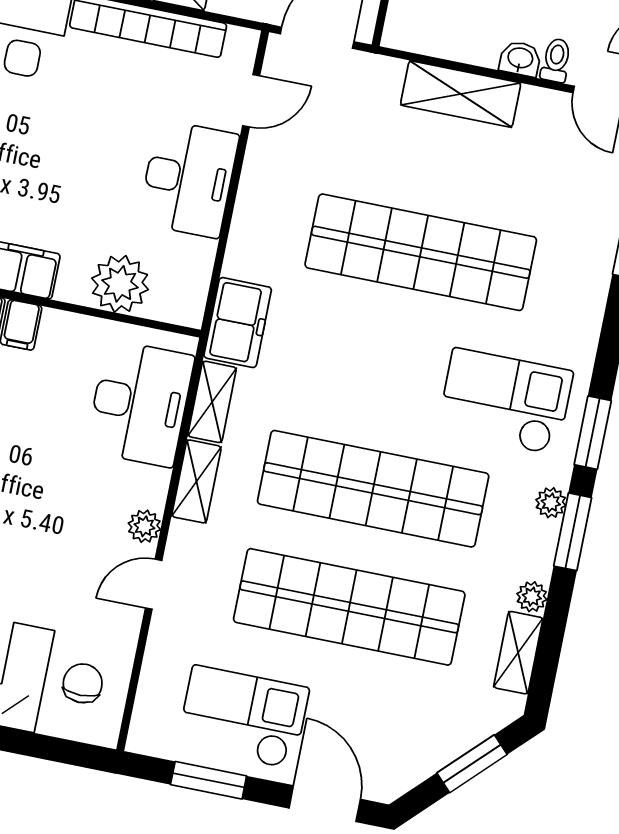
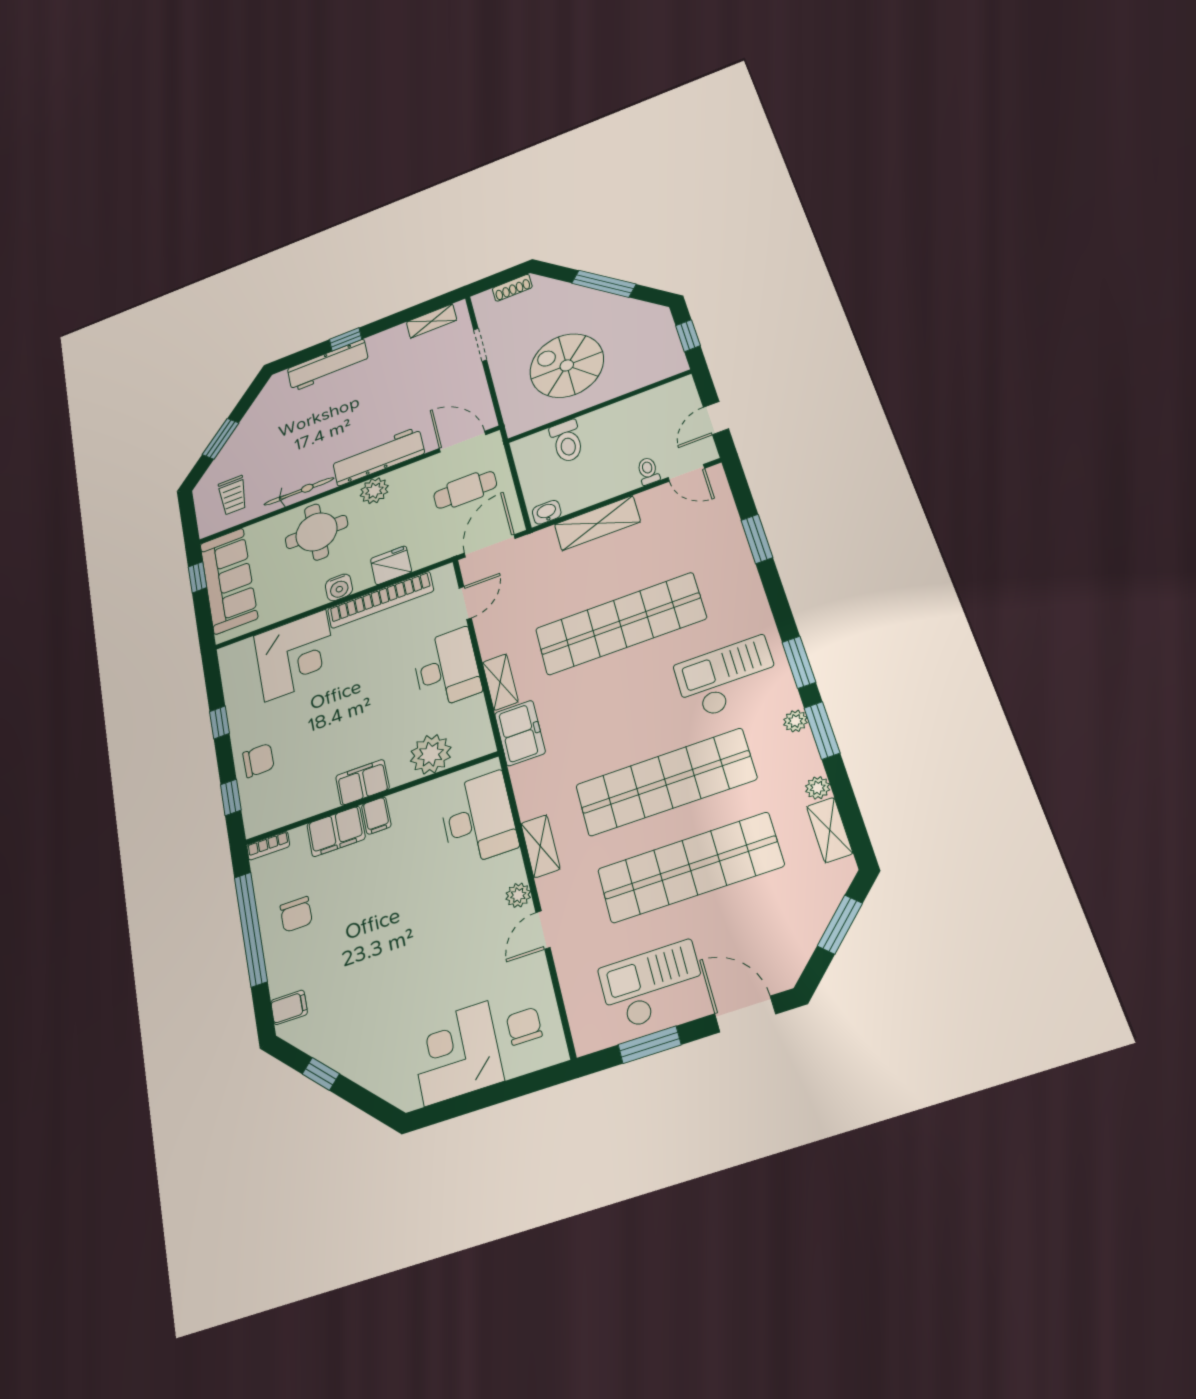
washbasin: (520, 59) -> (547, 512), moved
shelving: (212, 402) -> (500, 682), moved

